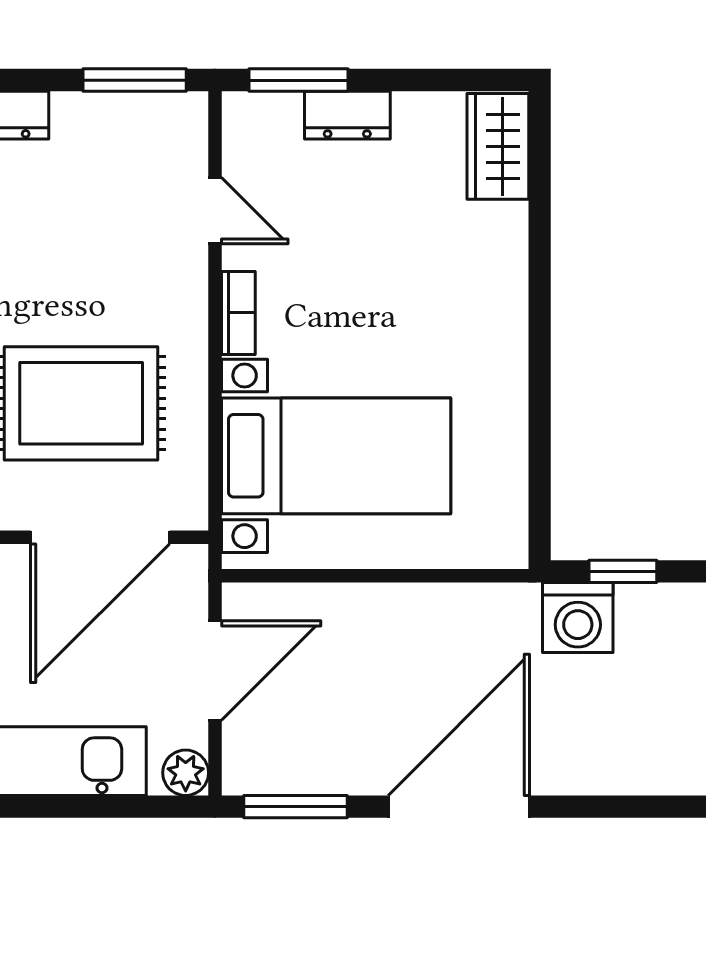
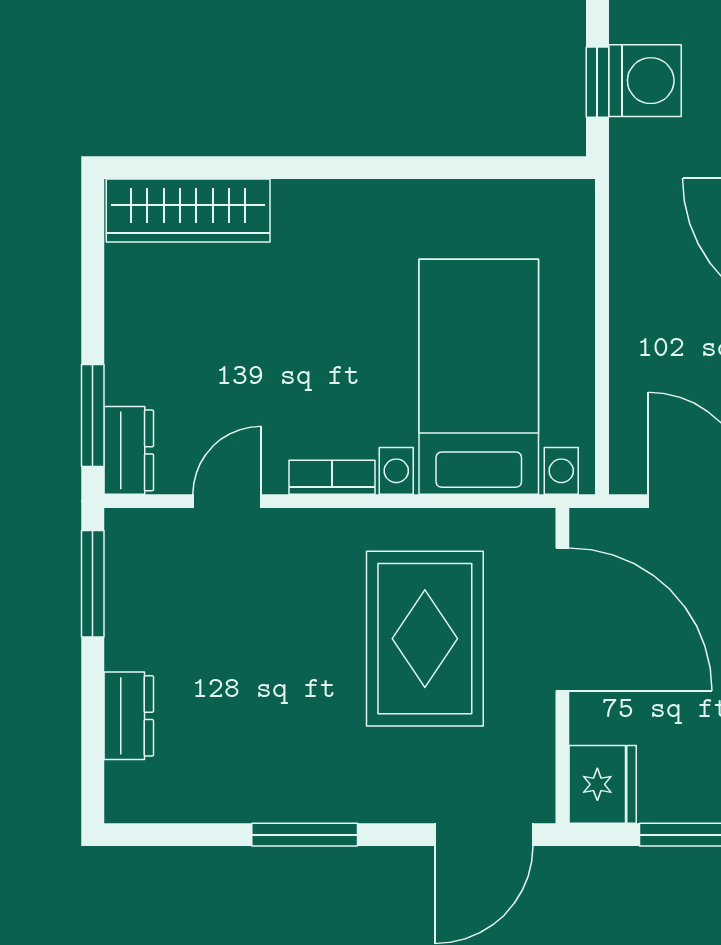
dresser: (347, 115) -> (129, 450), moved
wardrobe: (498, 146) -> (188, 211), width x1.50
washing machine: (578, 618) -> (645, 81), moved

